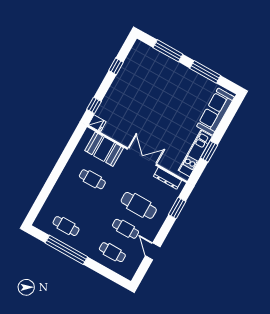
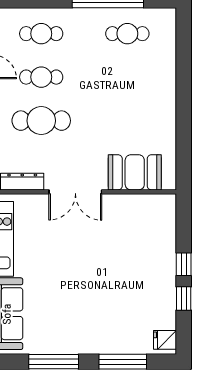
window: (94, 105) -> (184, 264), moved
fridge: (97, 123) -> (165, 340), moved
cafe table: (92, 179) -> (127, 121), removed

